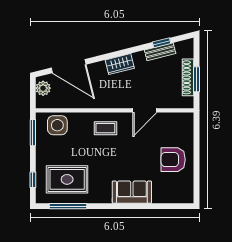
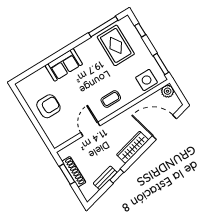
window: (162, 43) -> (117, 176), moved
wardrobe: (120, 64) -> (133, 147), width x1.50
plant: (43, 88) -> (168, 91), moved
rug: (67, 179) -> (116, 45), turned 90

